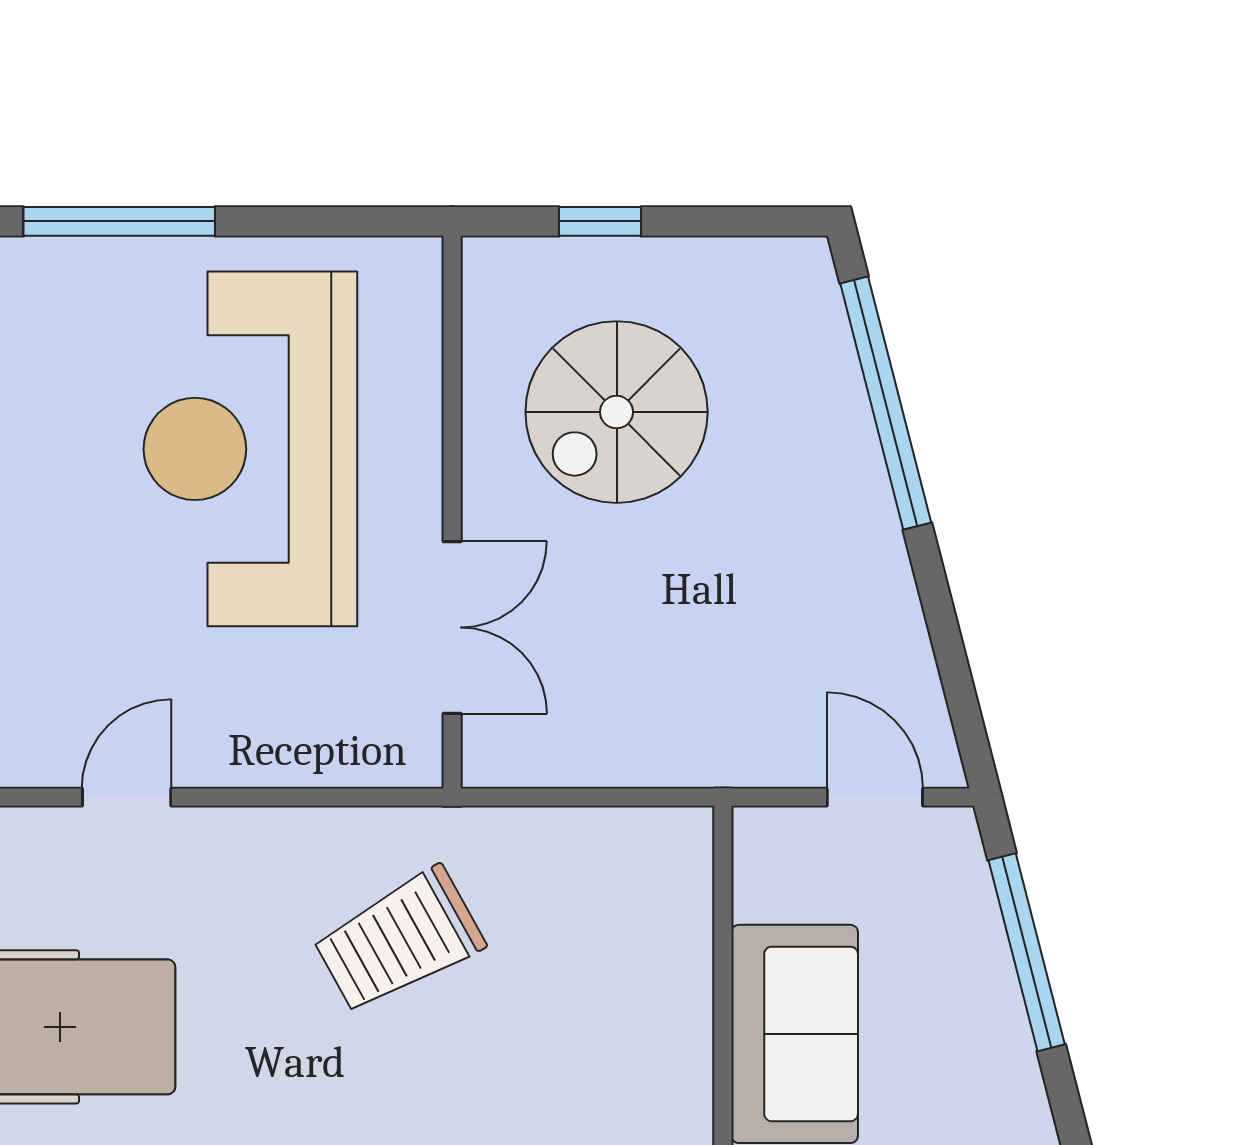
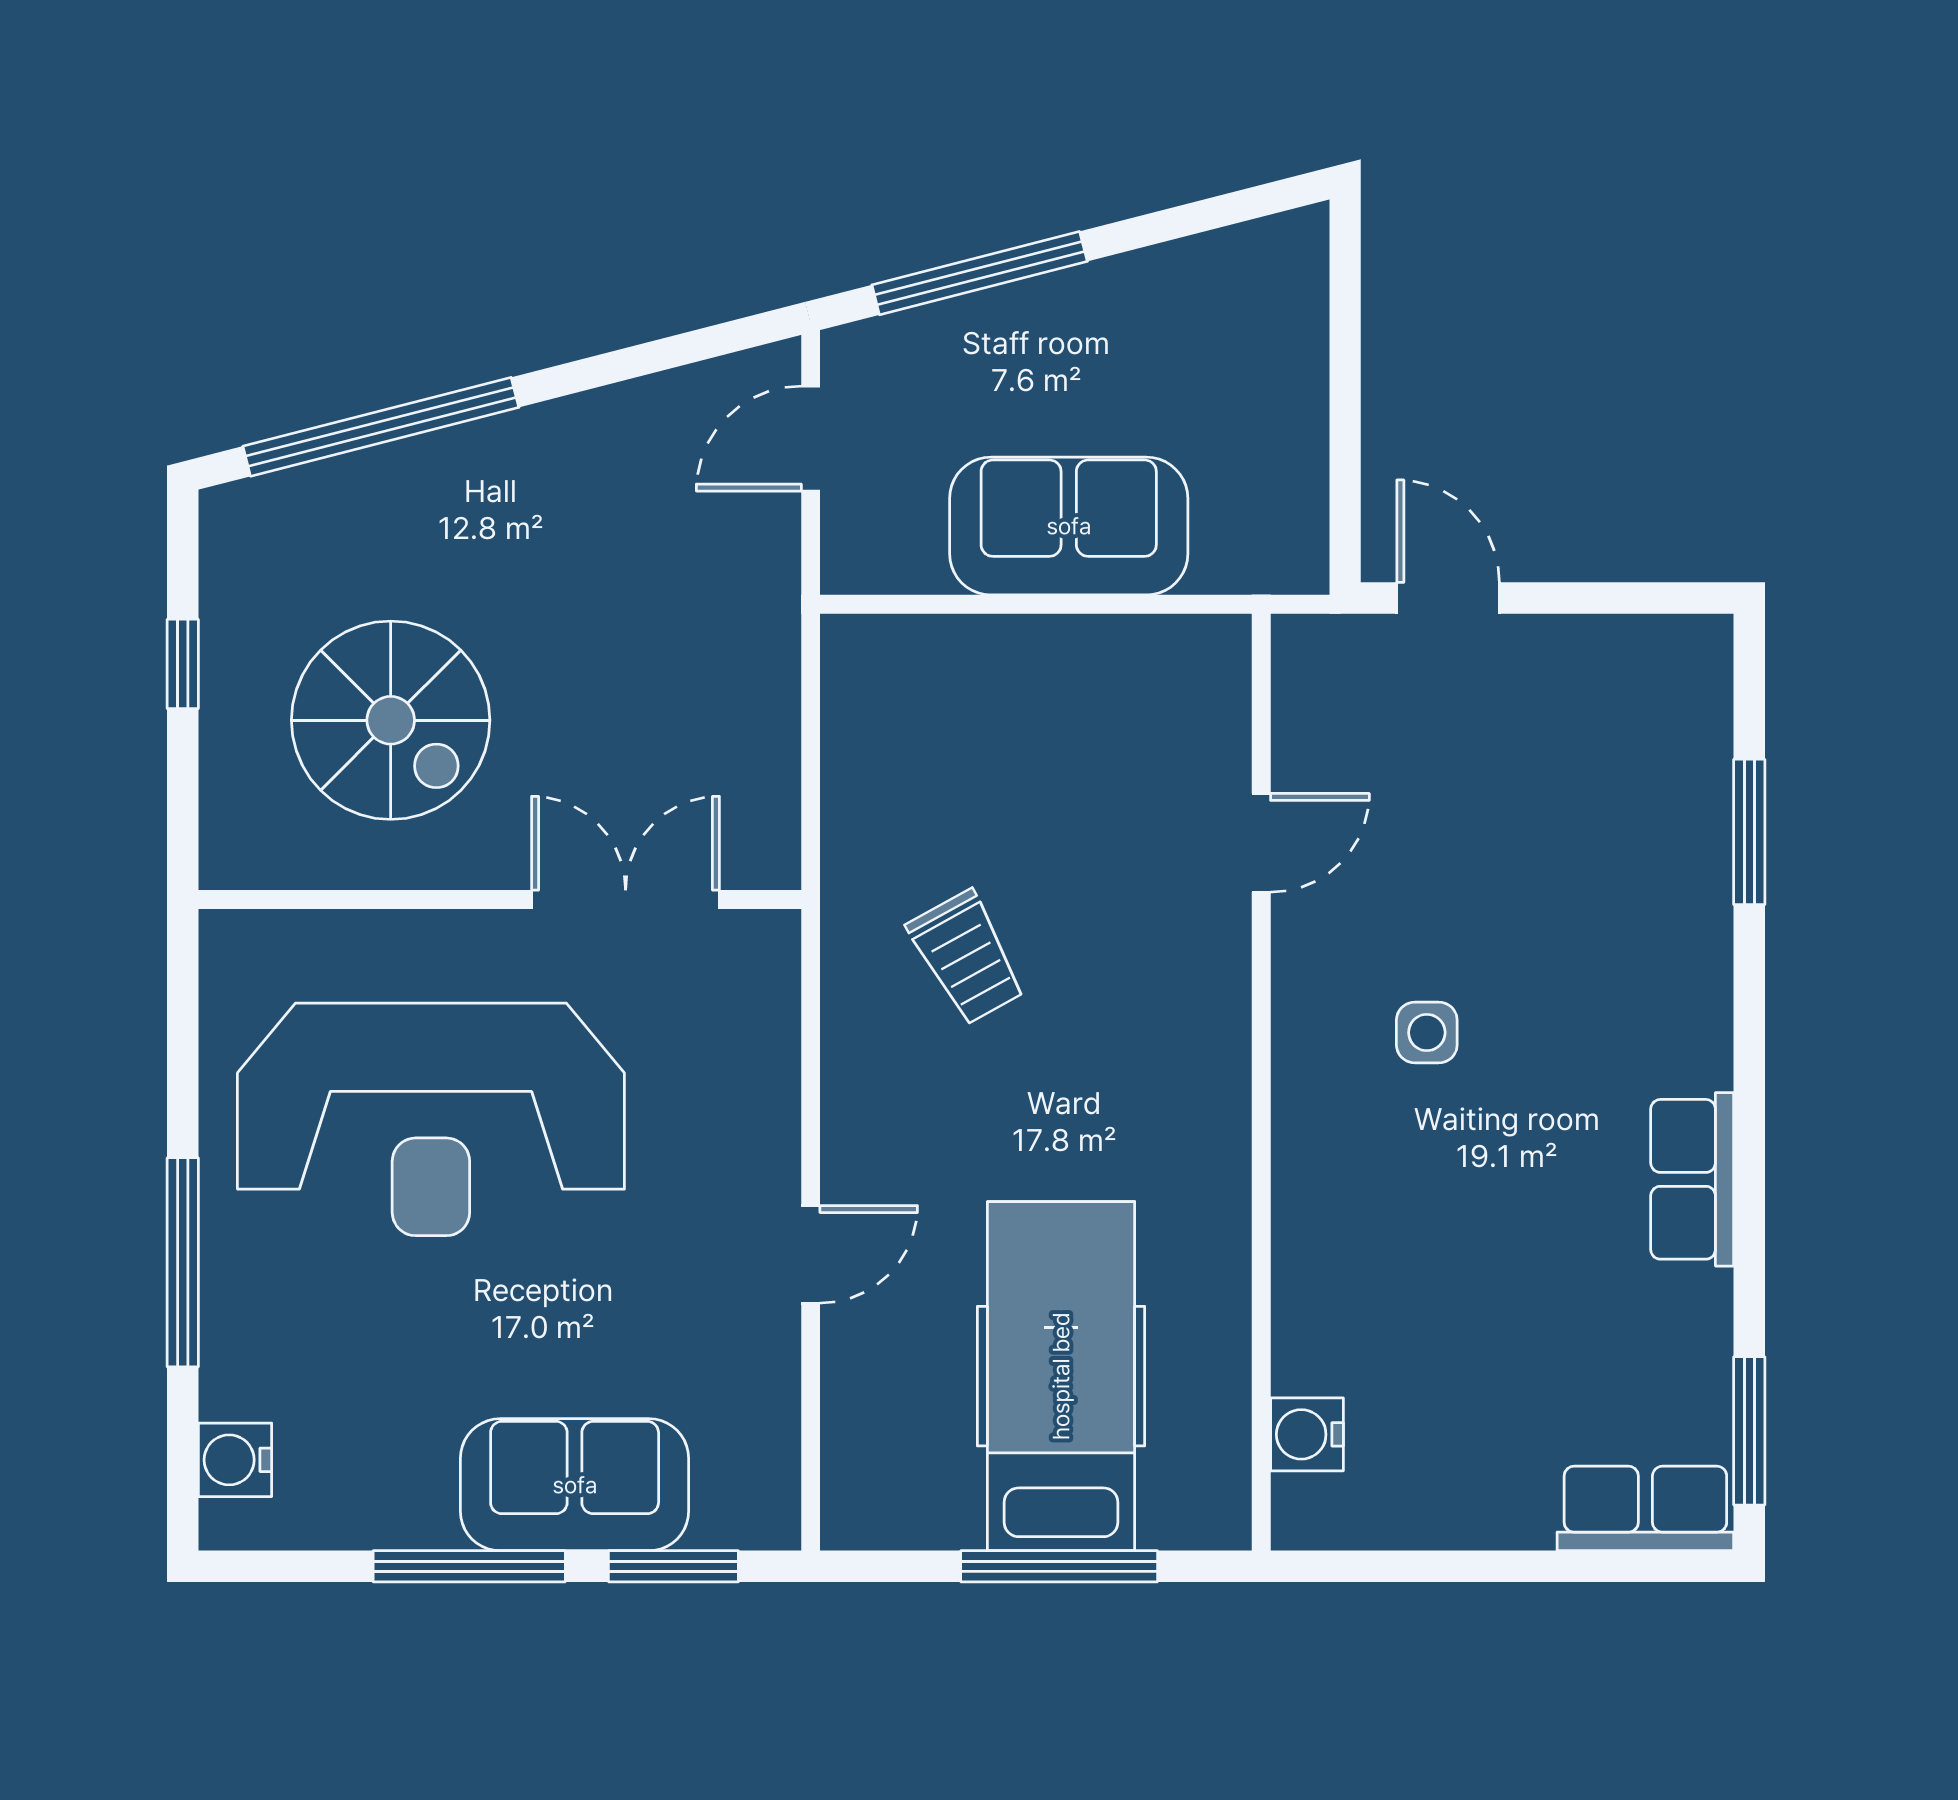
window: (600, 221) -> (183, 664), moved
door: (127, 797) -> (811, 1254), swing flipped
trolley: (399, 940) -> (967, 957), width x0.73, depth x0.72

